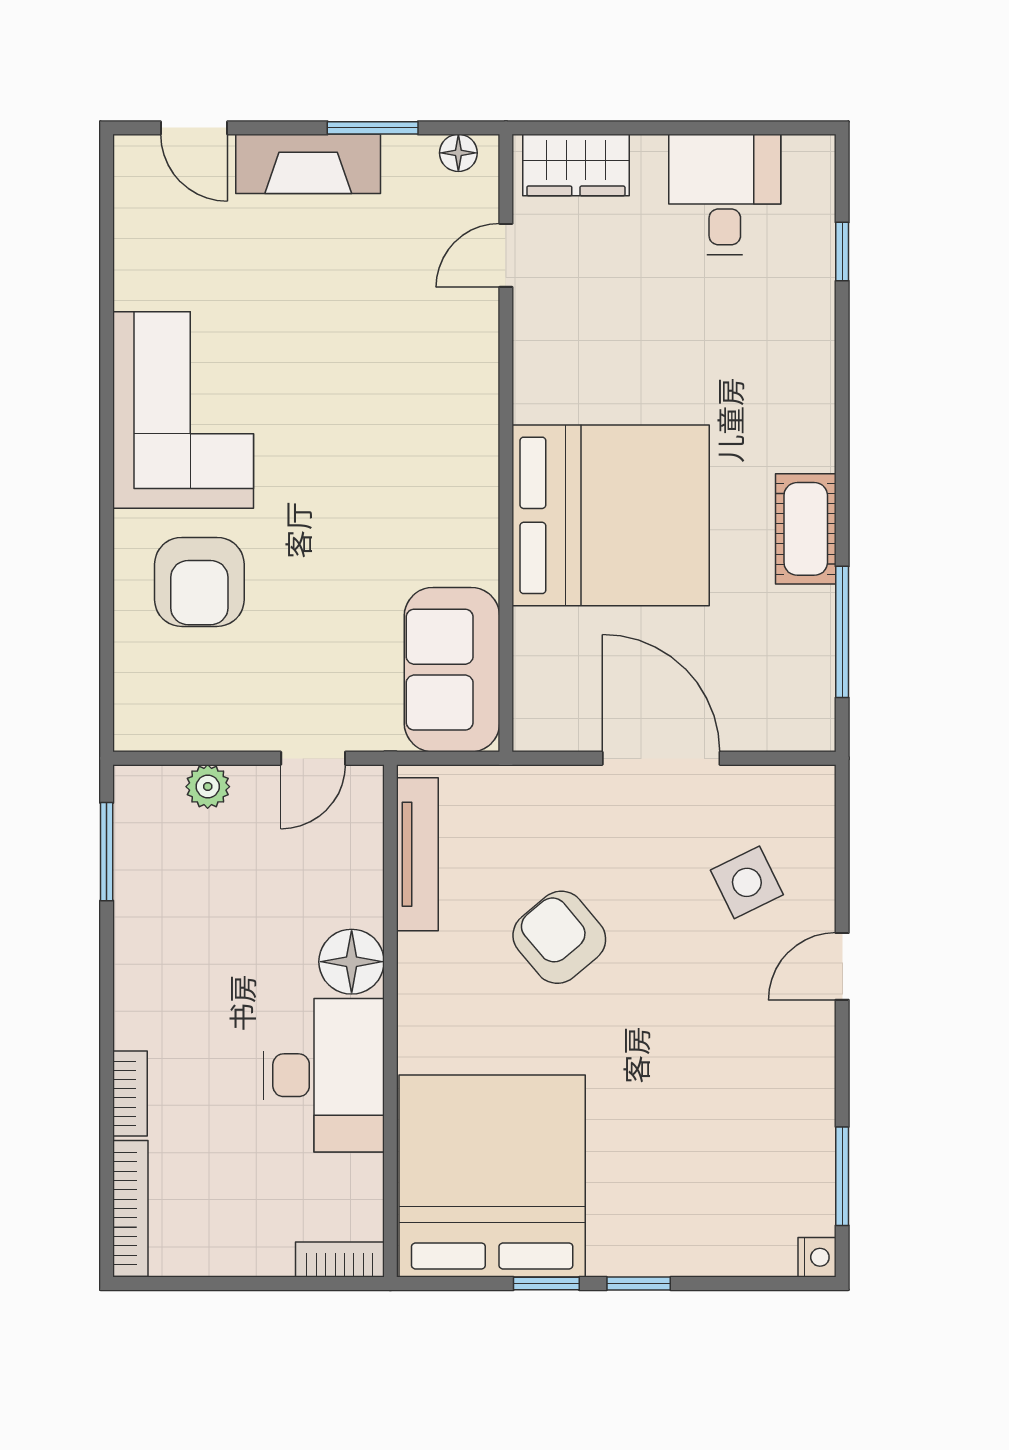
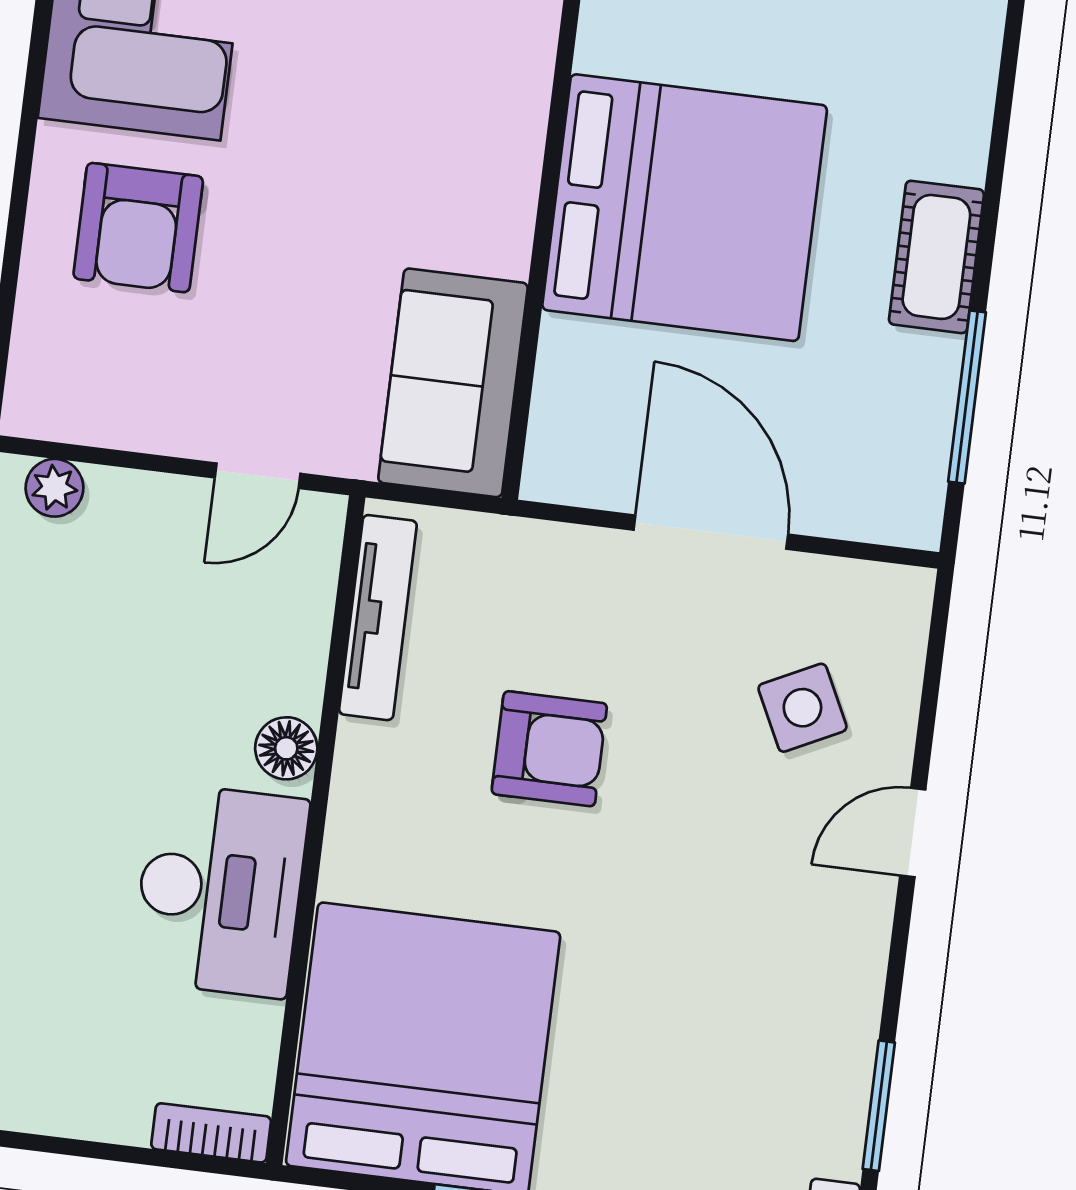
plant: (208, 787) -> (54, 488), moved
armchair: (559, 937) -> (549, 749), turned 130
floor lamp: (352, 962) -> (286, 748), width x0.73, depth x0.73

